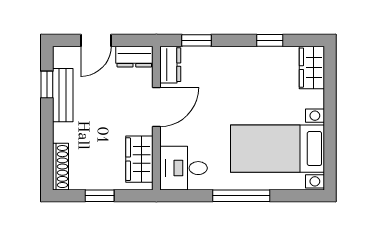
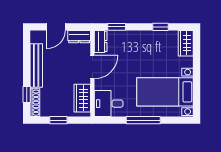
window: (47, 85) -> (27, 95), moved
bench: (63, 95) -> (36, 66), width x1.36

